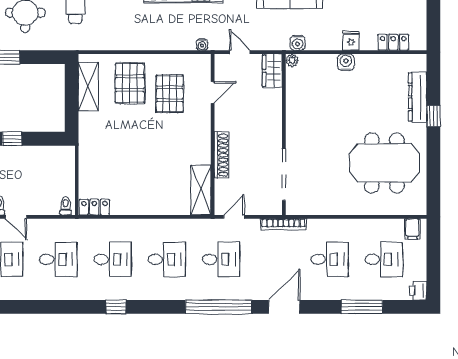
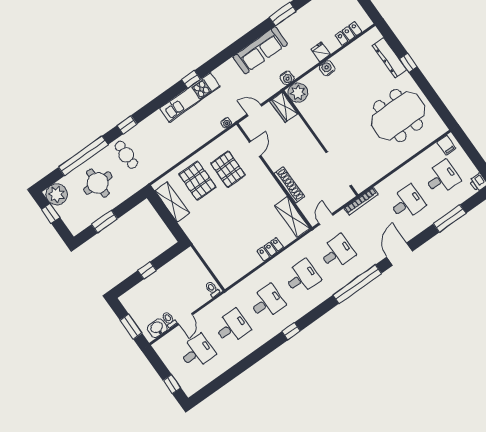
plant: (292, 60) -> (298, 93), width x1.87, depth x1.87
locker: (94, 207) -> (270, 249), moved
door: (16, 217) -> (185, 319), hinge flipped

